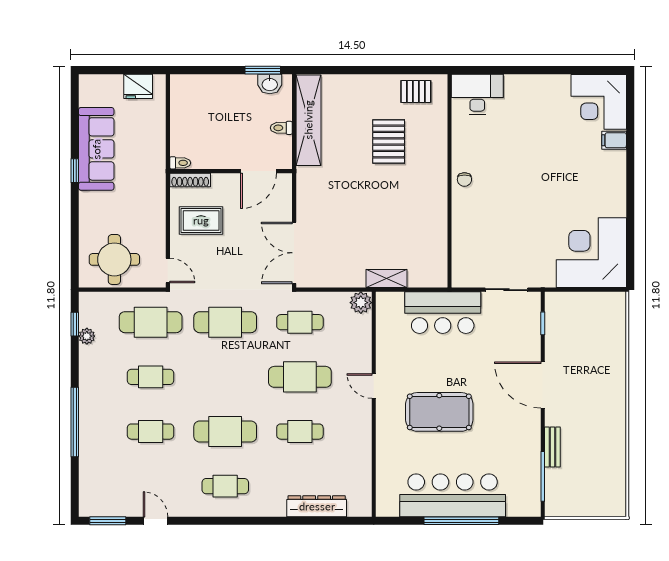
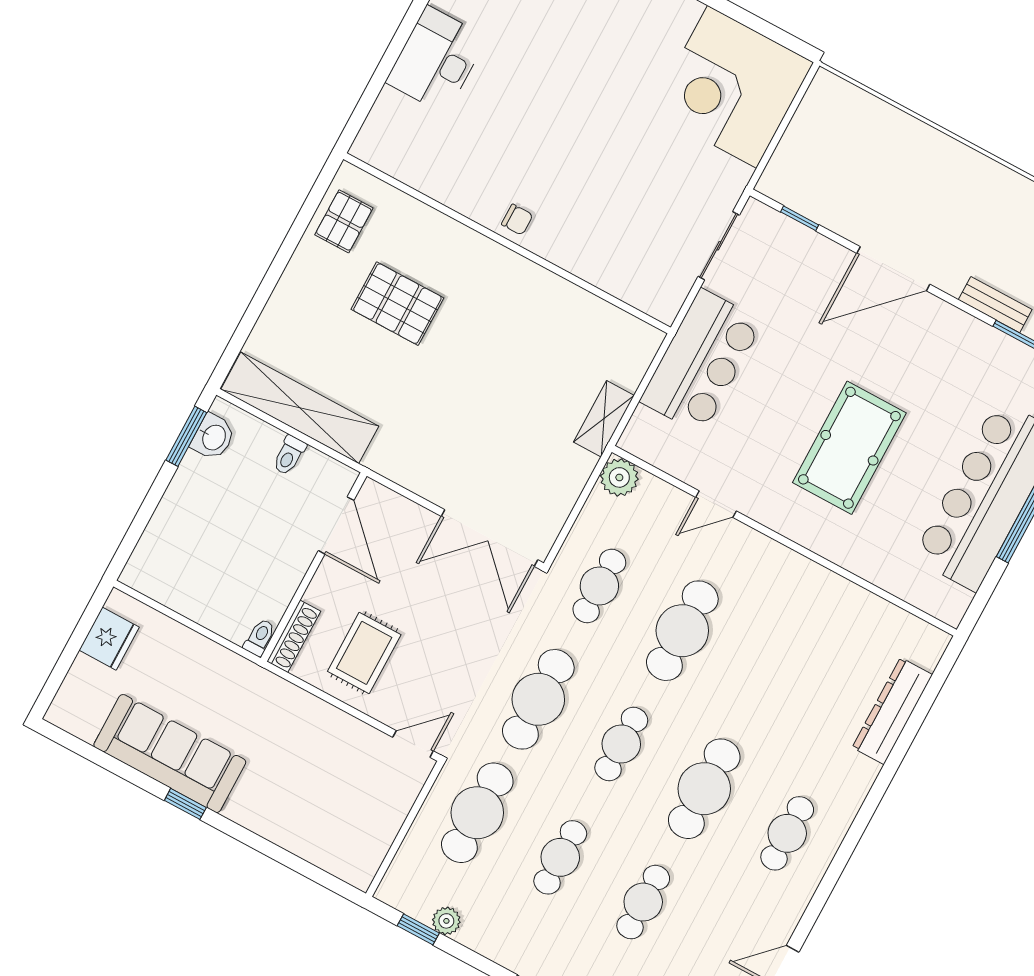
desk: (477, 94) -> (436, 60), moved
round table: (114, 259) -> (352, 816), removed
door: (374, 386) -> (716, 504), moved
cafe table: (300, 432) -> (621, 744), moved

